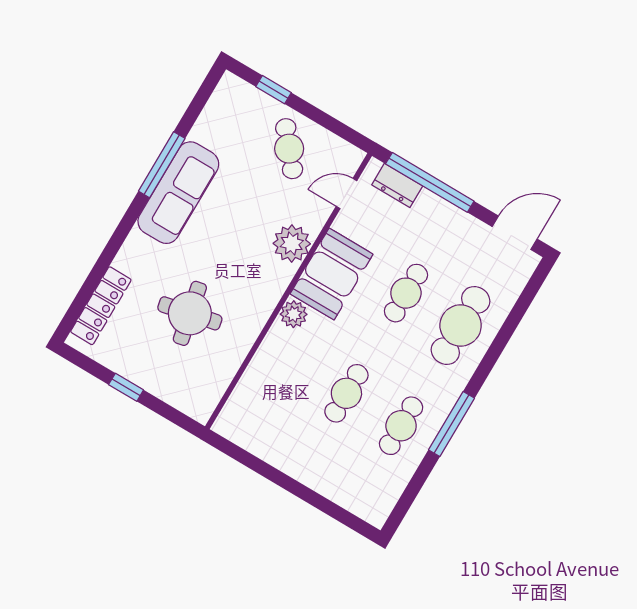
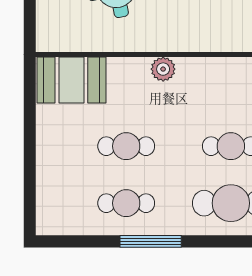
plant: (292, 244) -> (217, 35), removed
booth: (332, 274) -> (71, 80), moved

